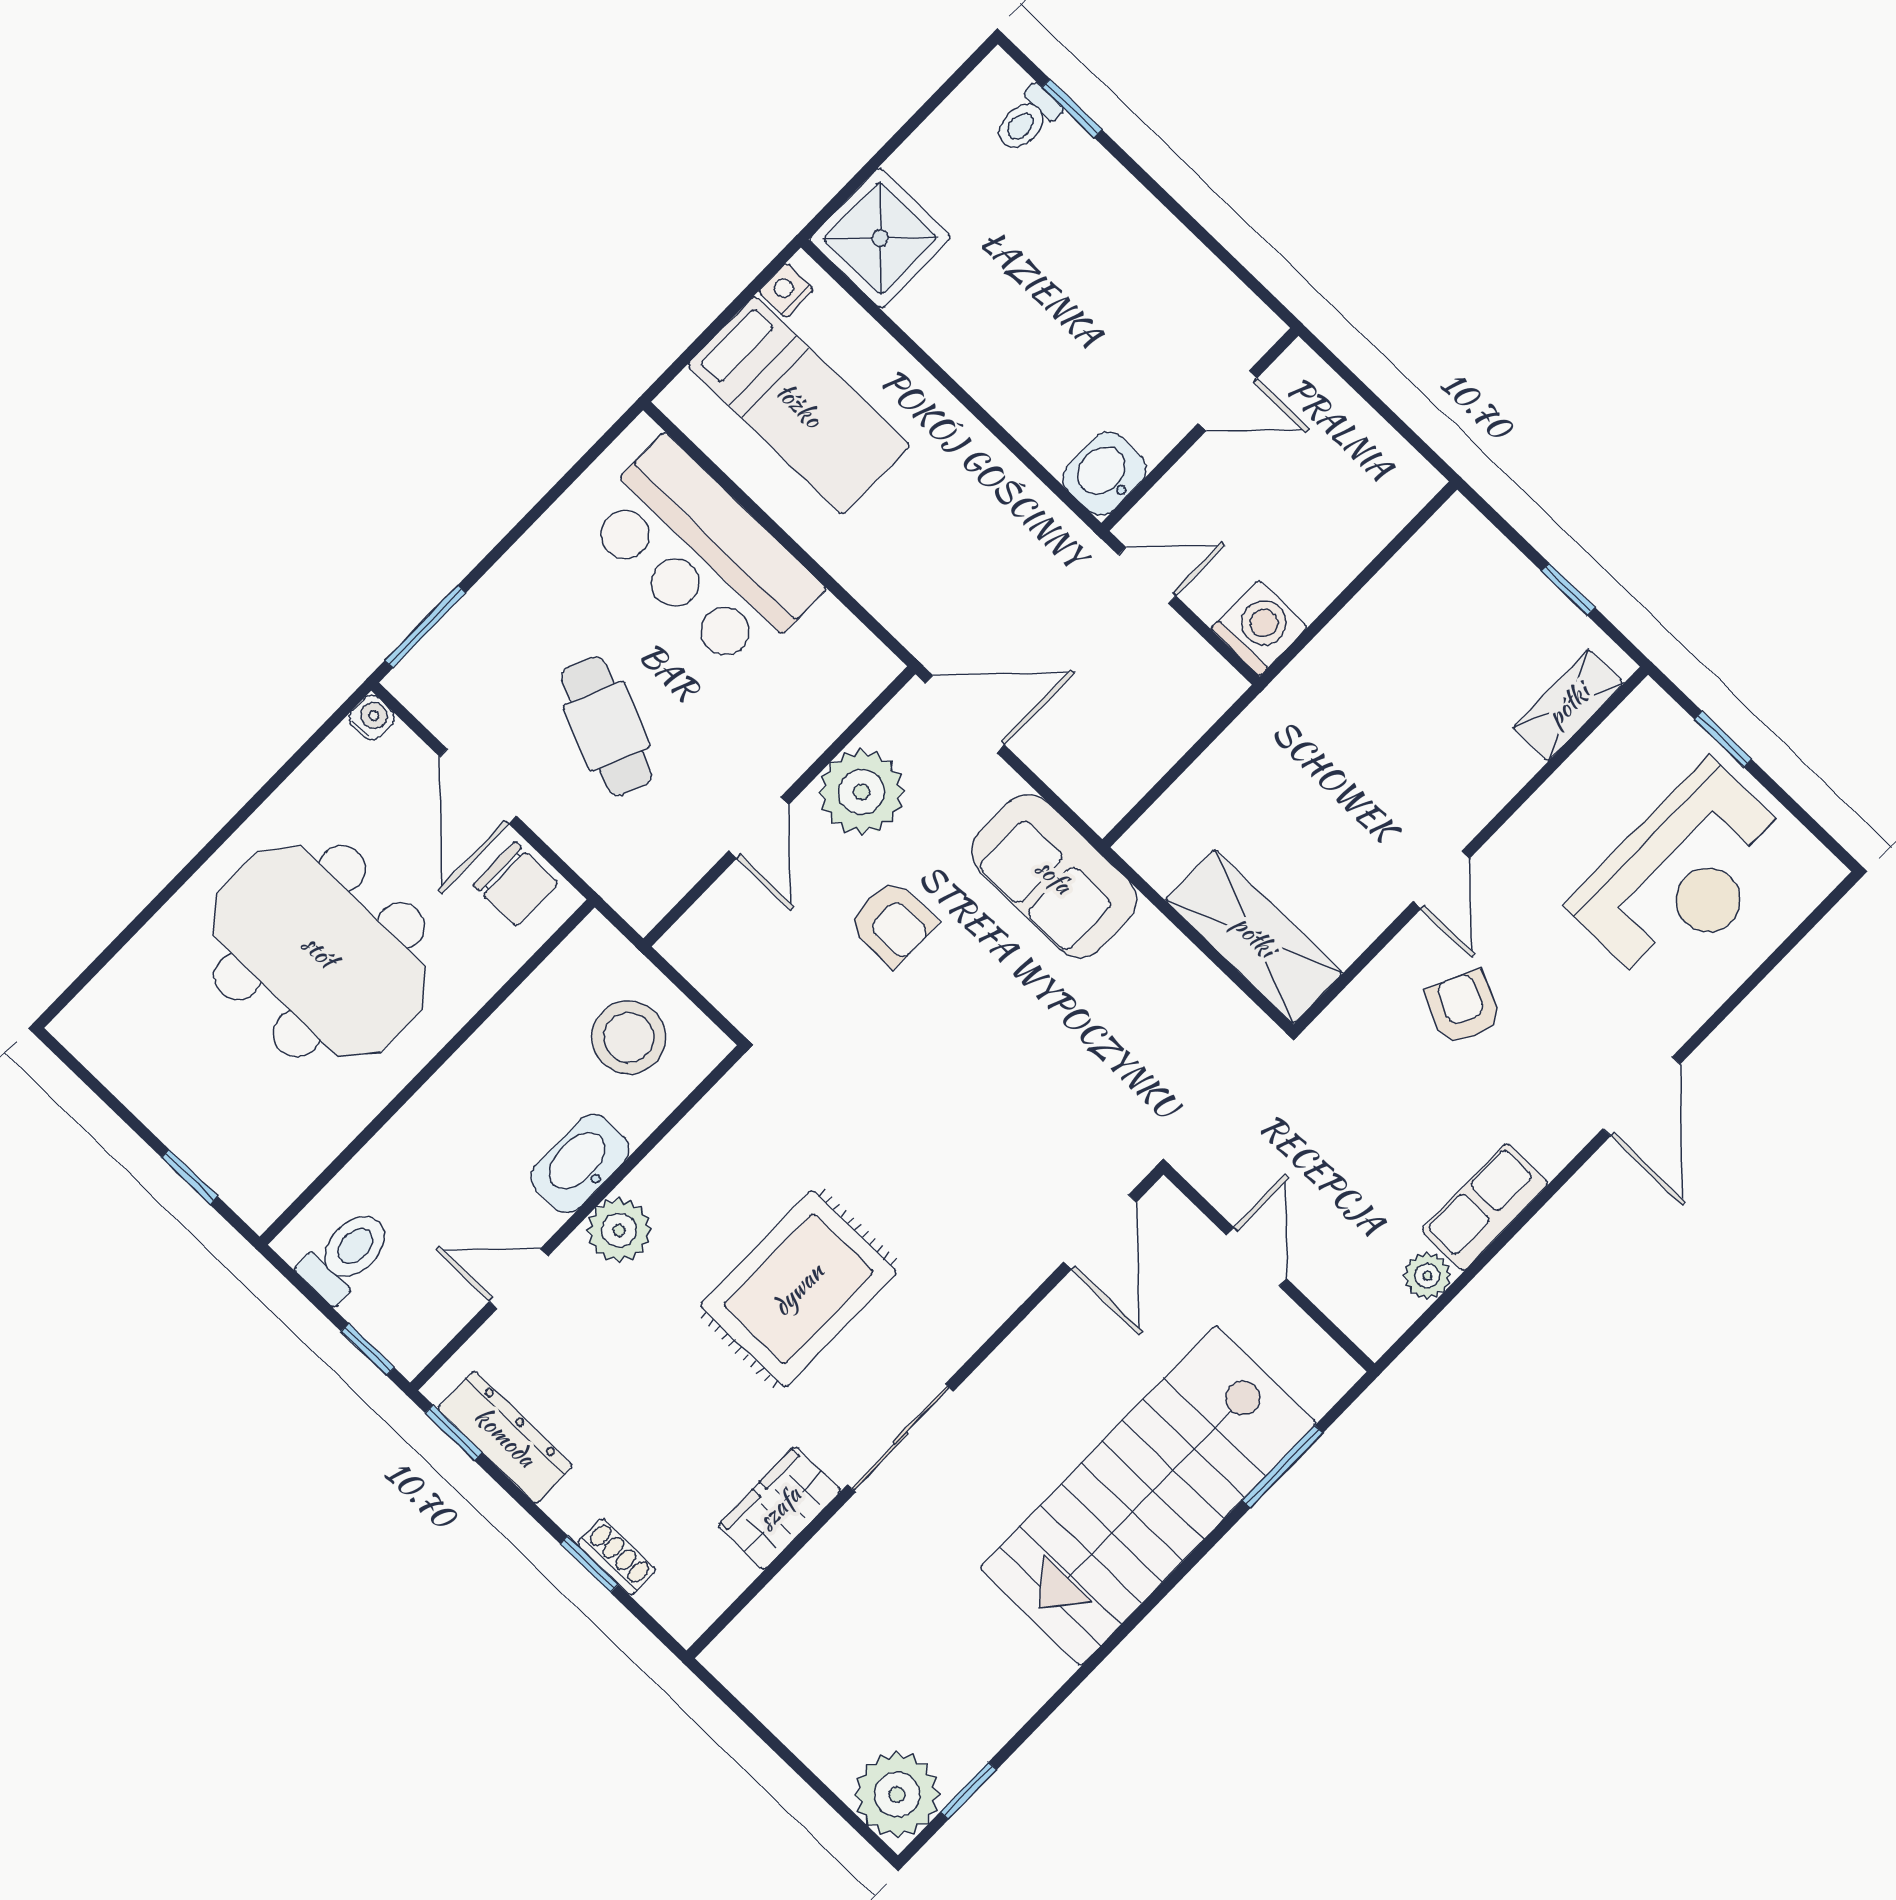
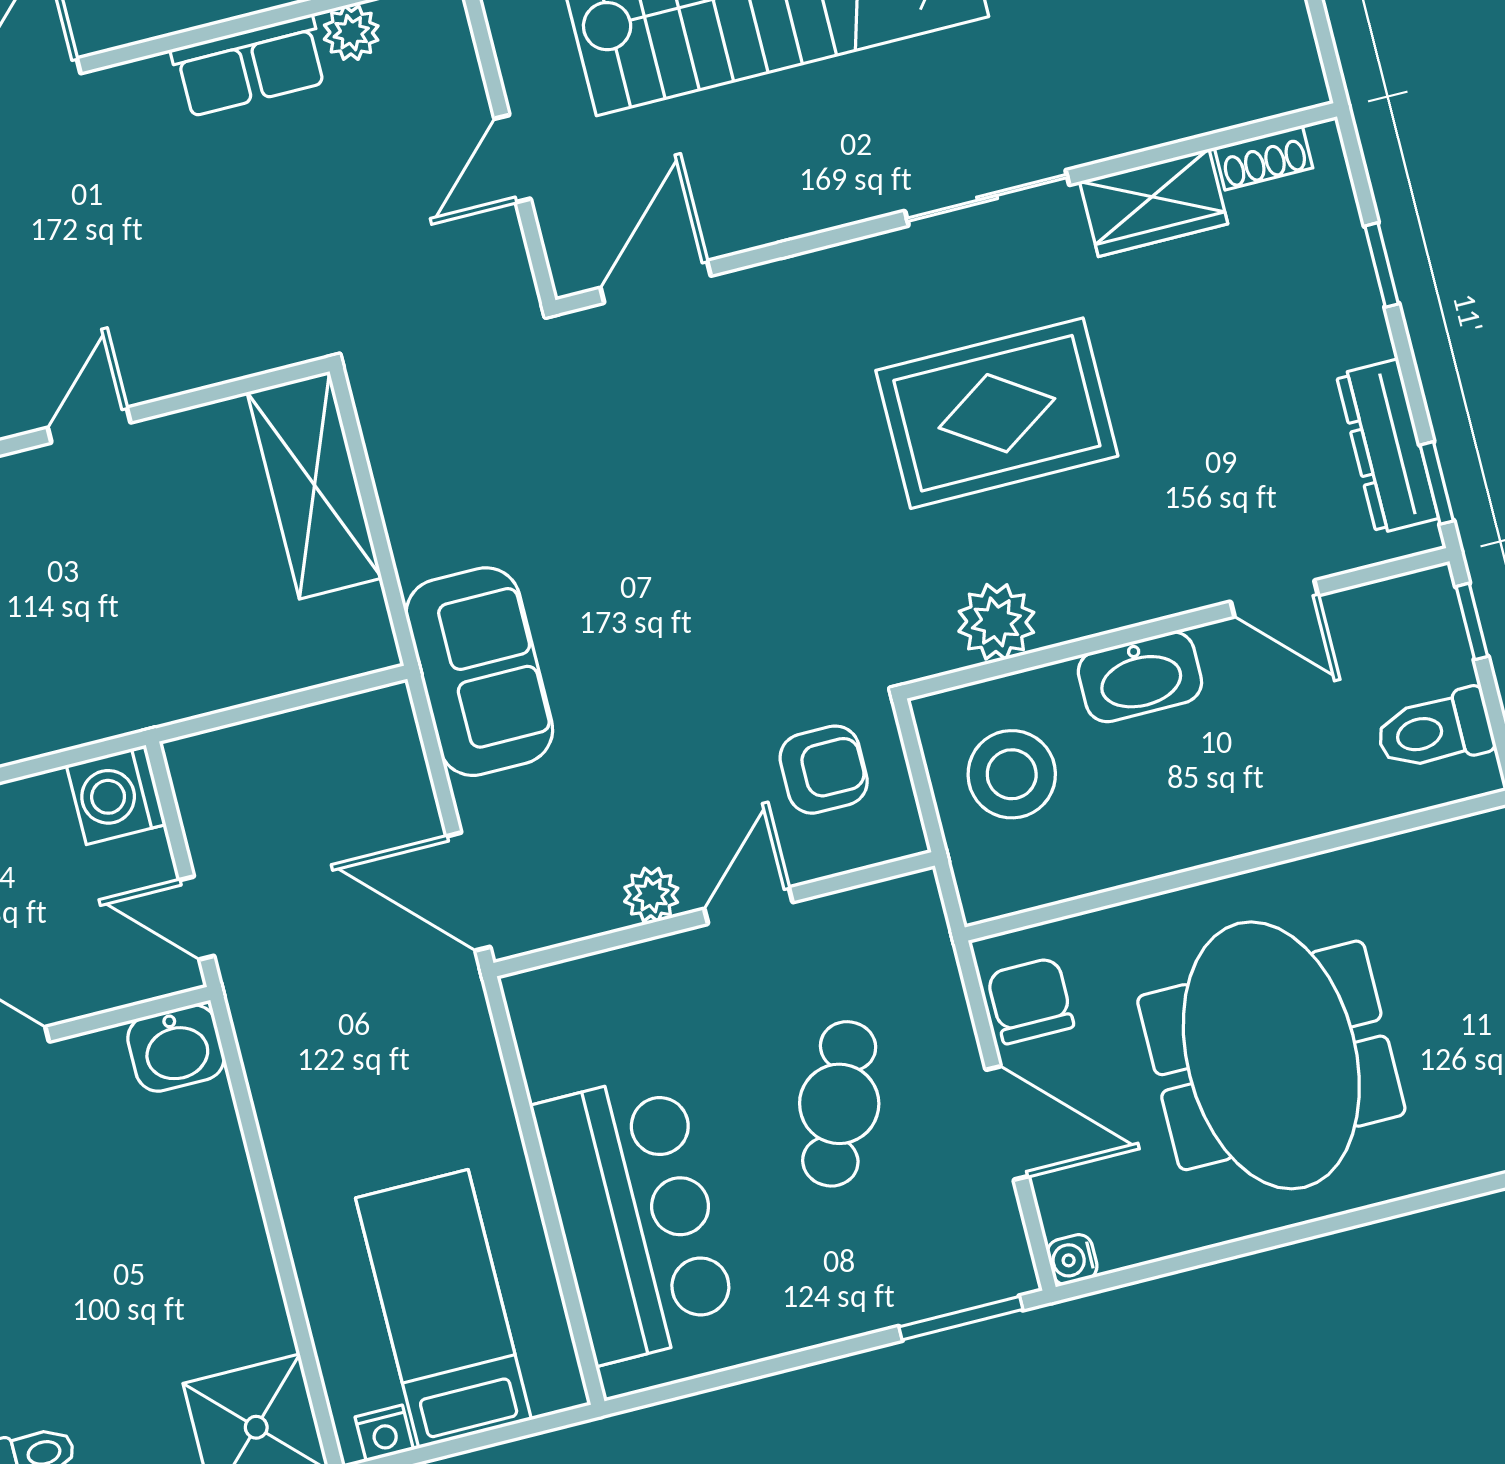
door: (478, 786) -> (1007, 1123), hinge flipped
plant: (862, 792) -> (651, 895), width x0.53, depth x0.53
armchair: (893, 923) -> (824, 770), moved, turned 90
armchair: (1463, 1007) -> (147, 282), removed
plant: (619, 1230) -> (996, 622), moved
shoe rack: (616, 1557) -> (1263, 158), moved, turned -90

